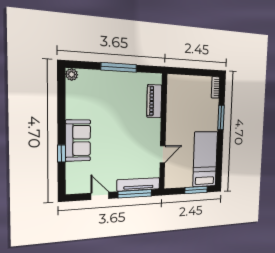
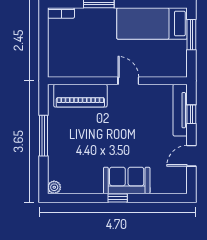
piano: (154, 101) -> (80, 96), width x1.37, depth x1.33
window: (62, 154) -> (118, 198), moved
door: (163, 154) -> (128, 81), moved
window: (135, 194) -> (191, 114), width x0.46

